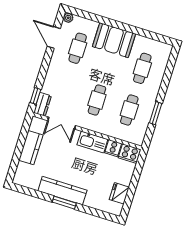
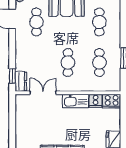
double door: (62, 123) -> (43, 93), swing flipped
kitchen counter: (31, 148) -> (23, 123), removed

